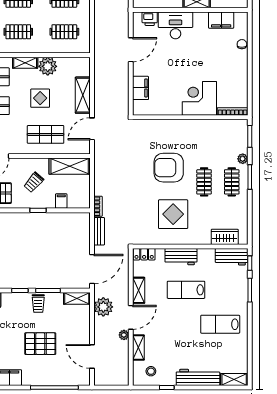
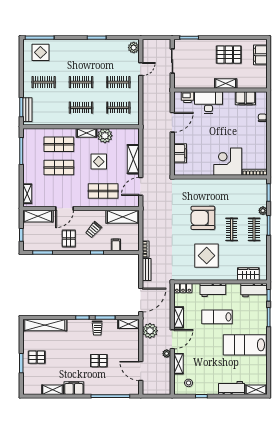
lab bench: (220, 324) -> (245, 345), width x1.36, depth x1.39
pallet: (40, 344) -> (99, 361), width x0.67, depth x0.71
workbench: (198, 377) -> (232, 388), width x0.73

